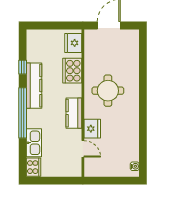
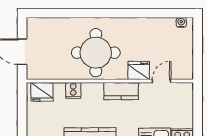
cooker: (72, 71) -> (73, 90), width x0.53, depth x0.76
round table: (108, 91) -> (96, 53), width x1.36, depth x1.36

